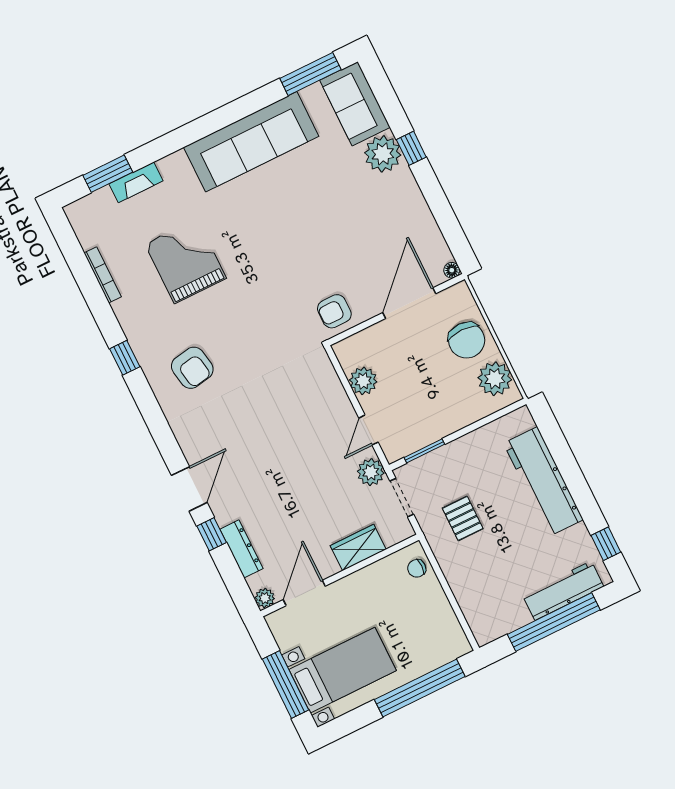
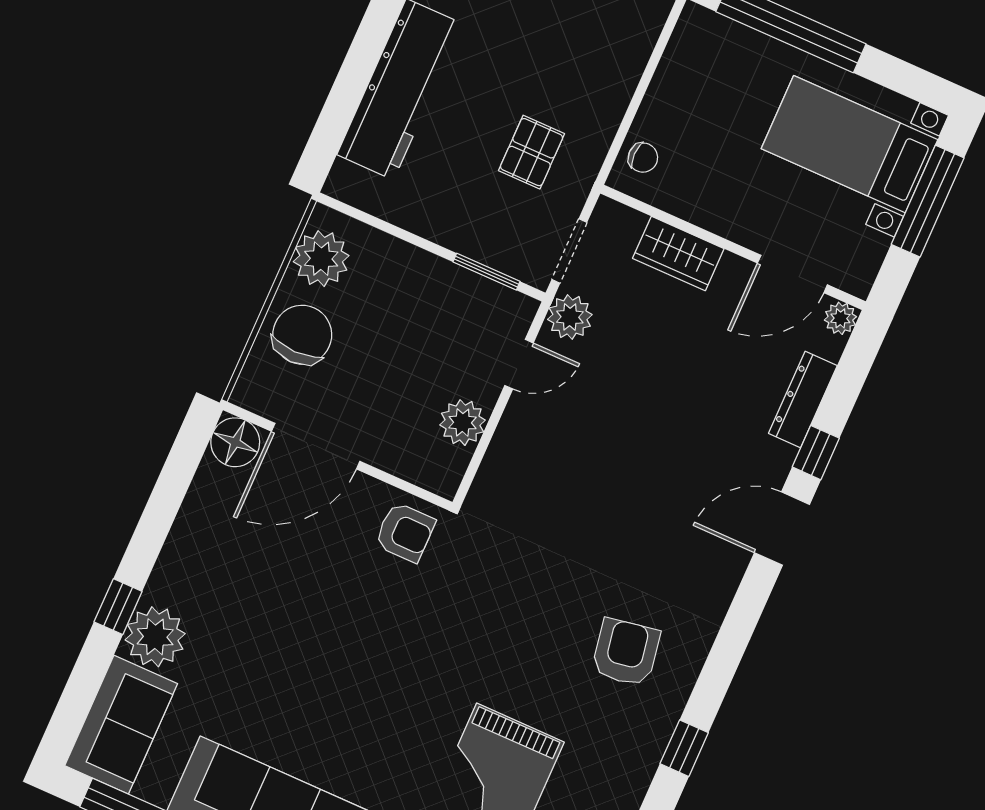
floor lamp: (452, 270) -> (235, 442), width x1.89, depth x1.89

